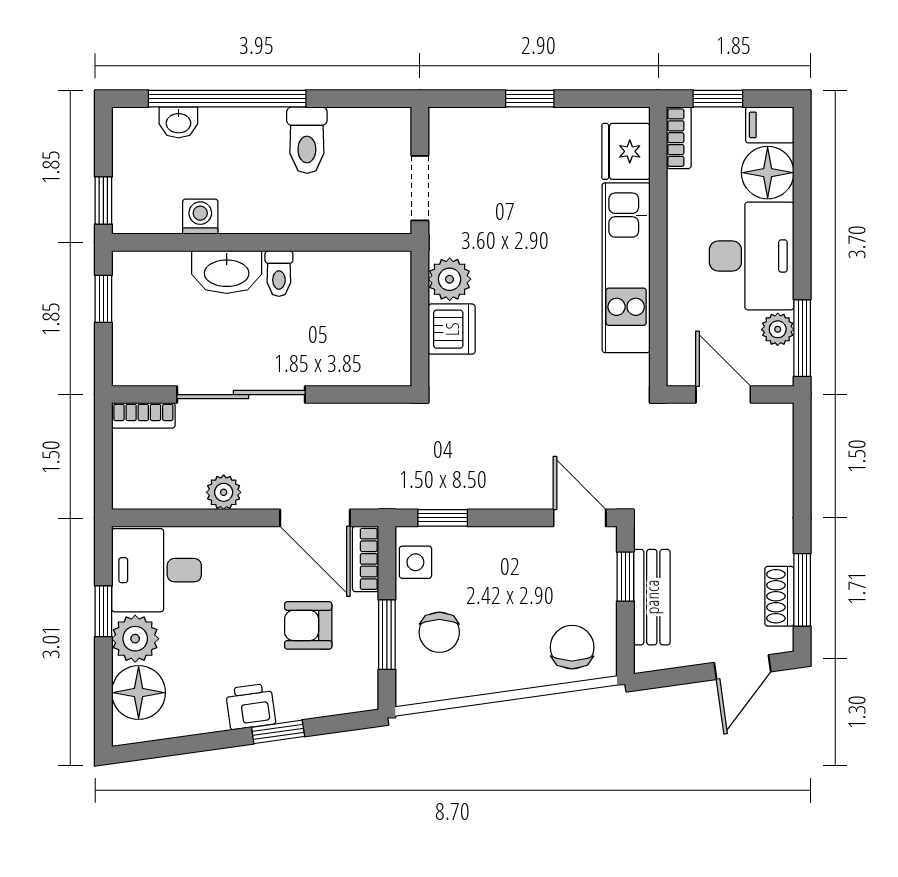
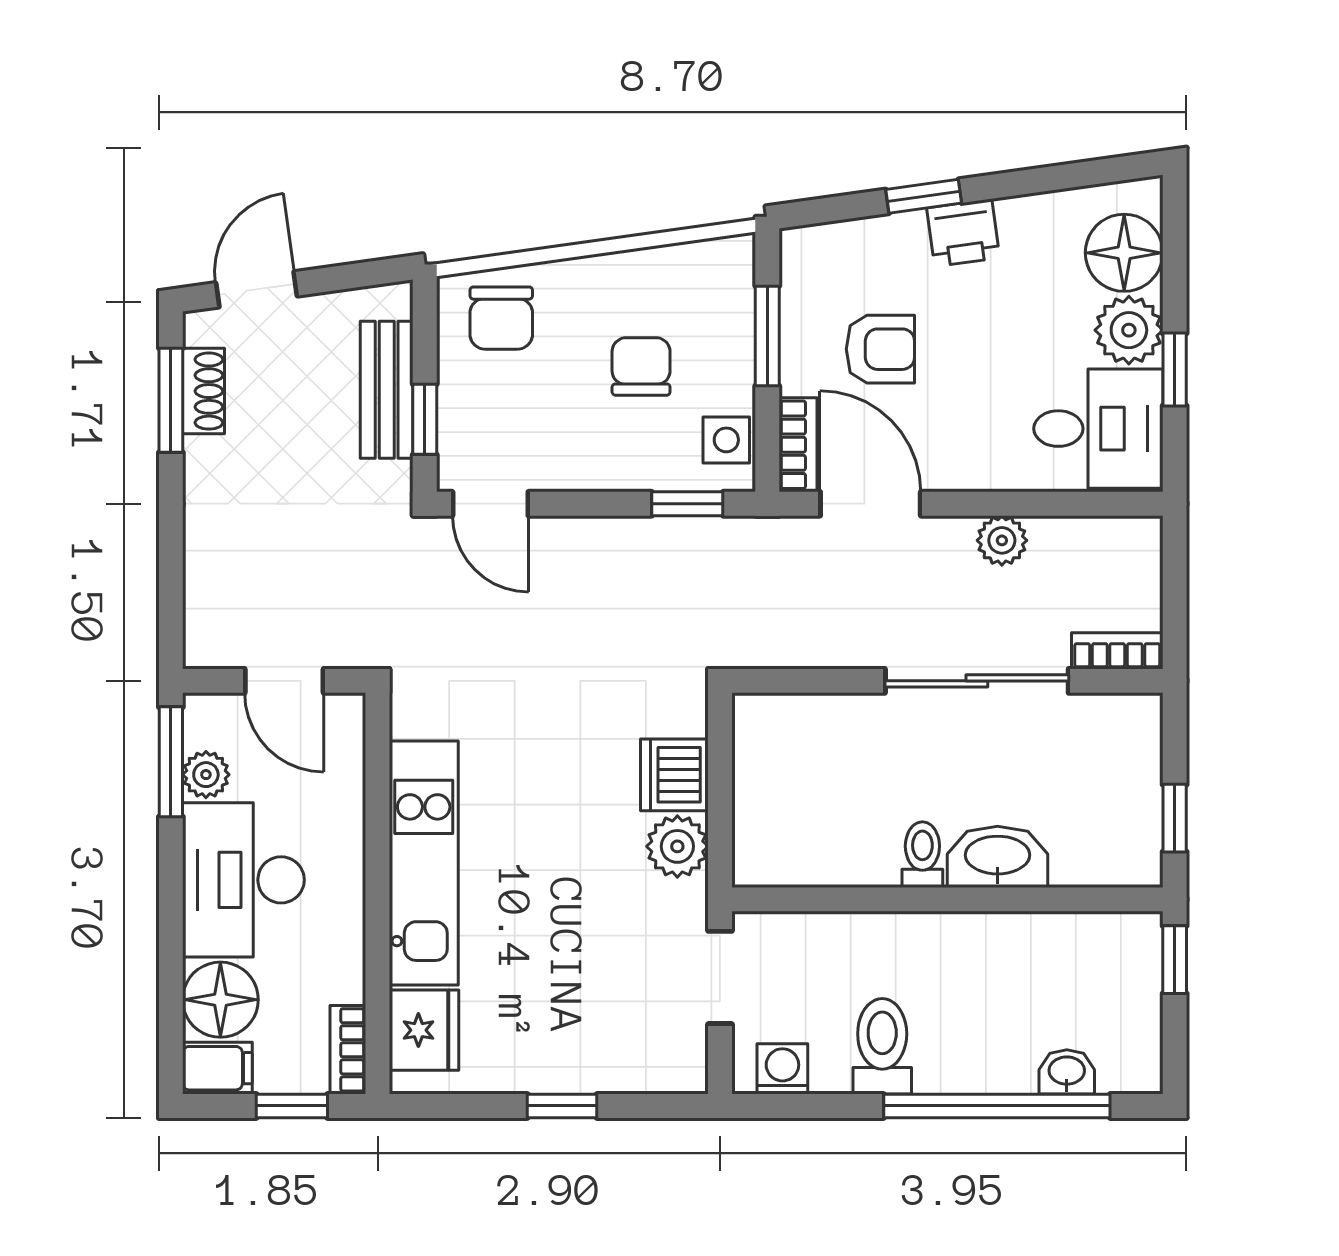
washing machine: (200, 217) -> (782, 1069), moved, turned 180
chair: (439, 632) -> (641, 366), moved

